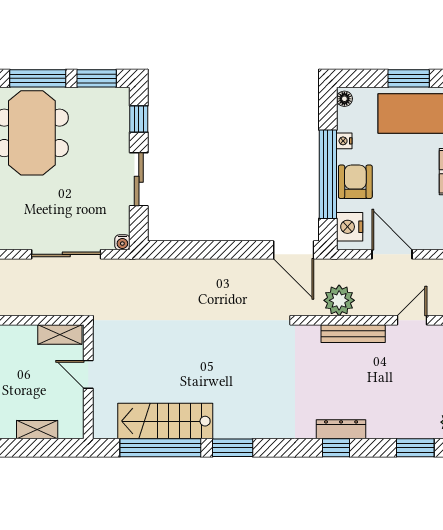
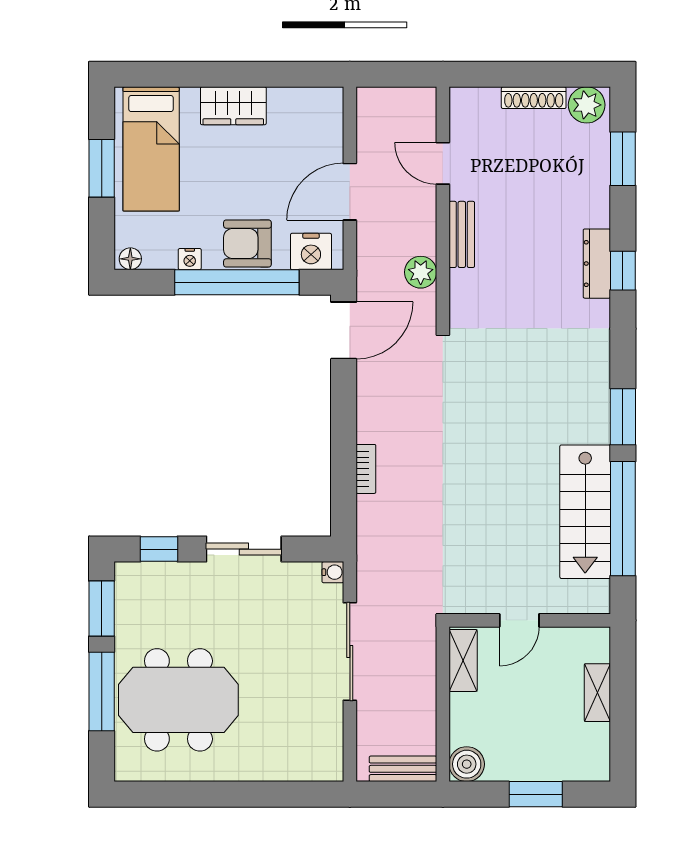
bookcase: (196, 266) -> (366, 469), added
plant: (339, 300) -> (421, 272), width x0.73, depth x0.73
bench: (353, 334) -> (462, 234), width x0.73

